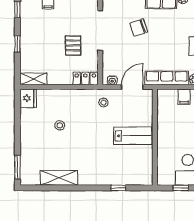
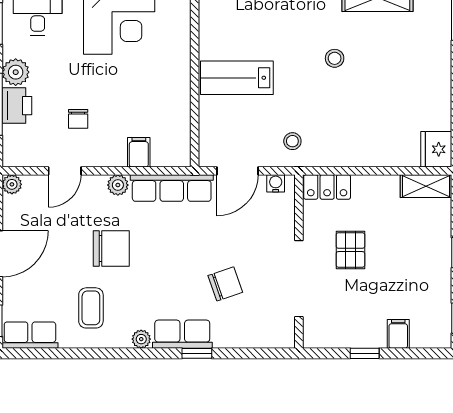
stool: (60, 125) -> (335, 58), moved

